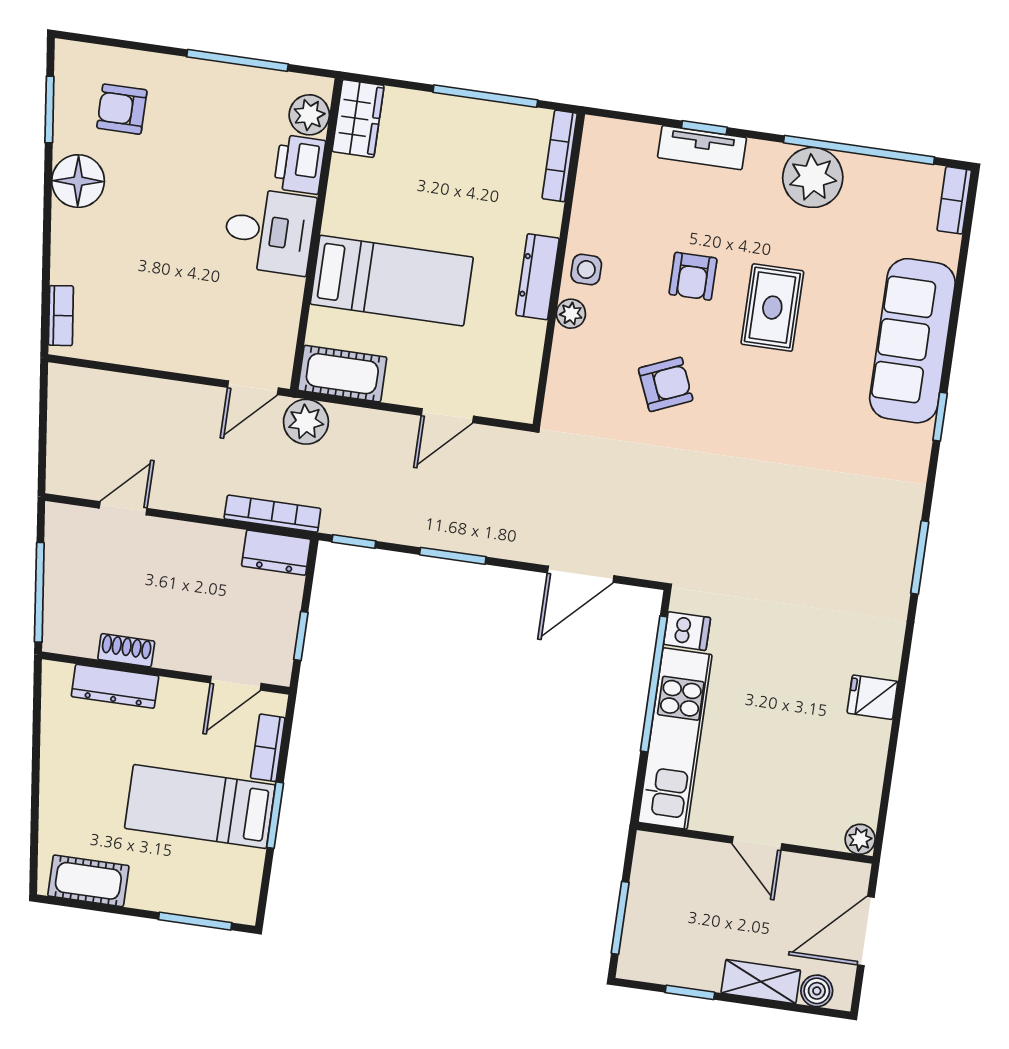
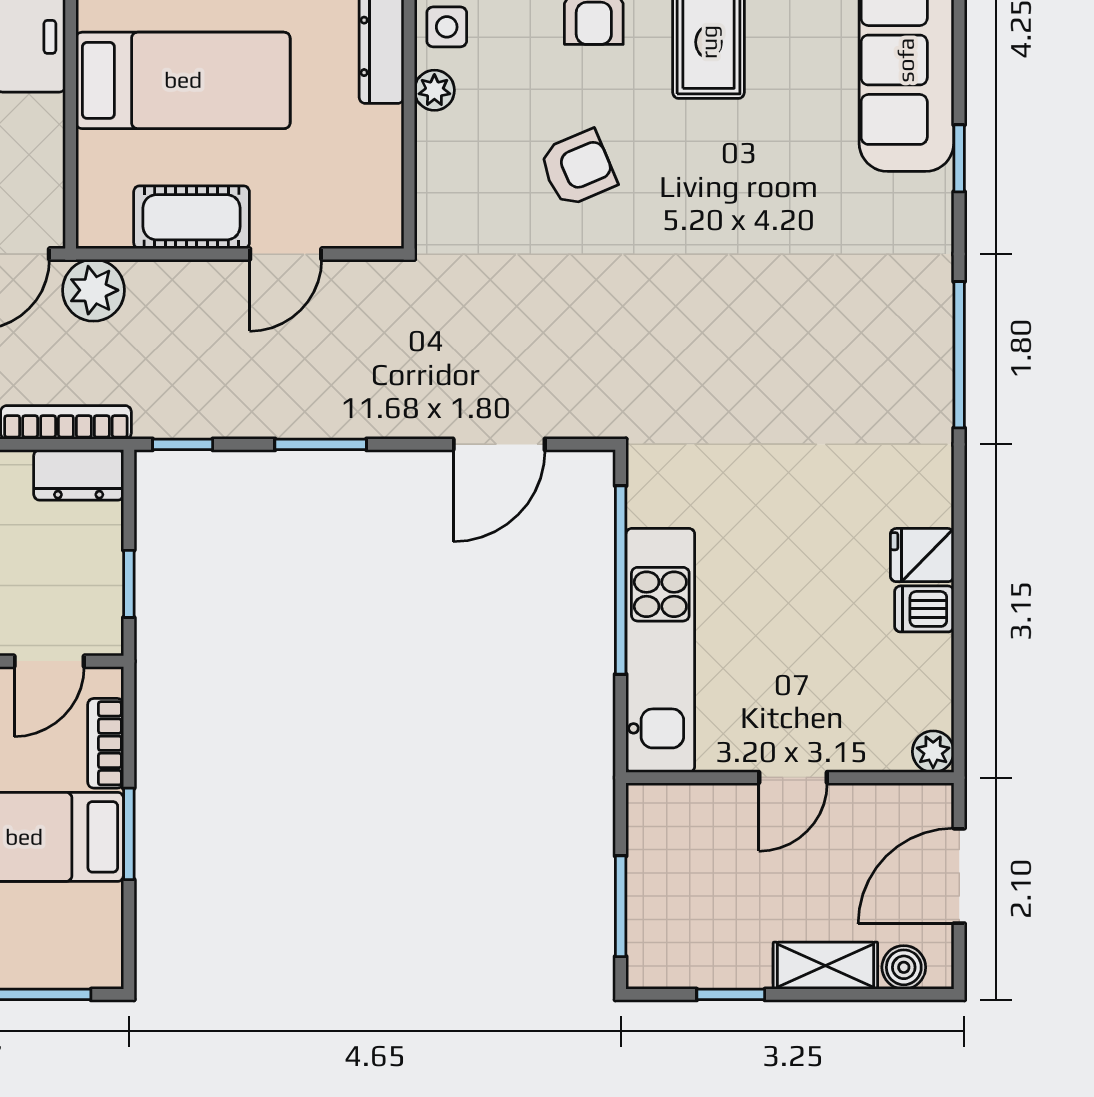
cot: (342, 374) -> (192, 217), moved
window: (920, 557) -> (959, 355), width x1.44
dishwasher: (687, 631) -> (924, 609), moved, turned 180
door: (757, 843) -> (793, 778), hinge flipped

